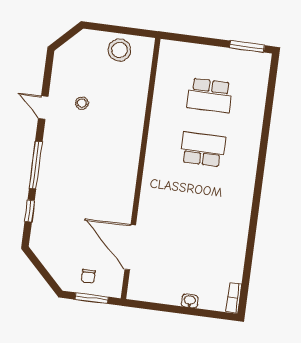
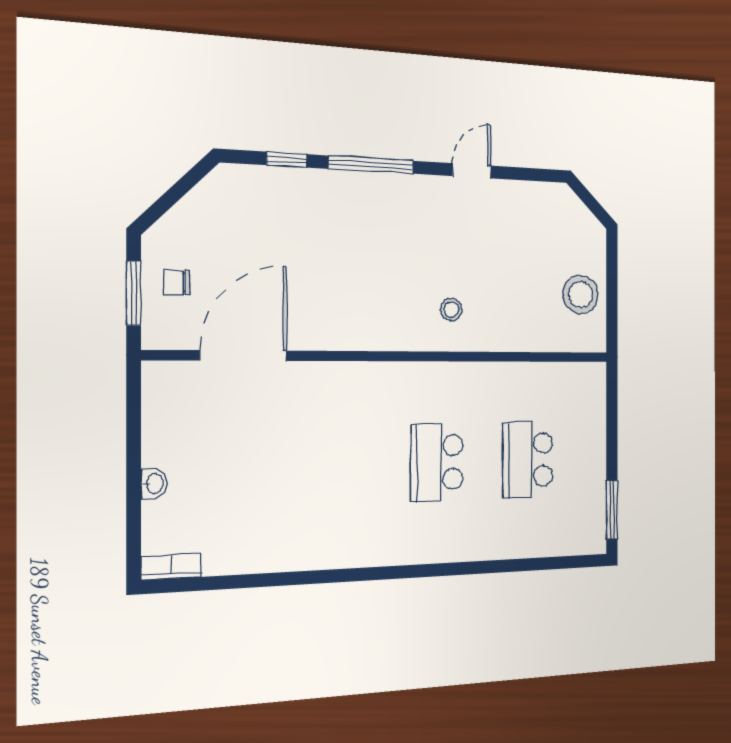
stool: (82, 103) -> (451, 310), moved
school desk: (203, 149) -> (437, 462), turned 180

